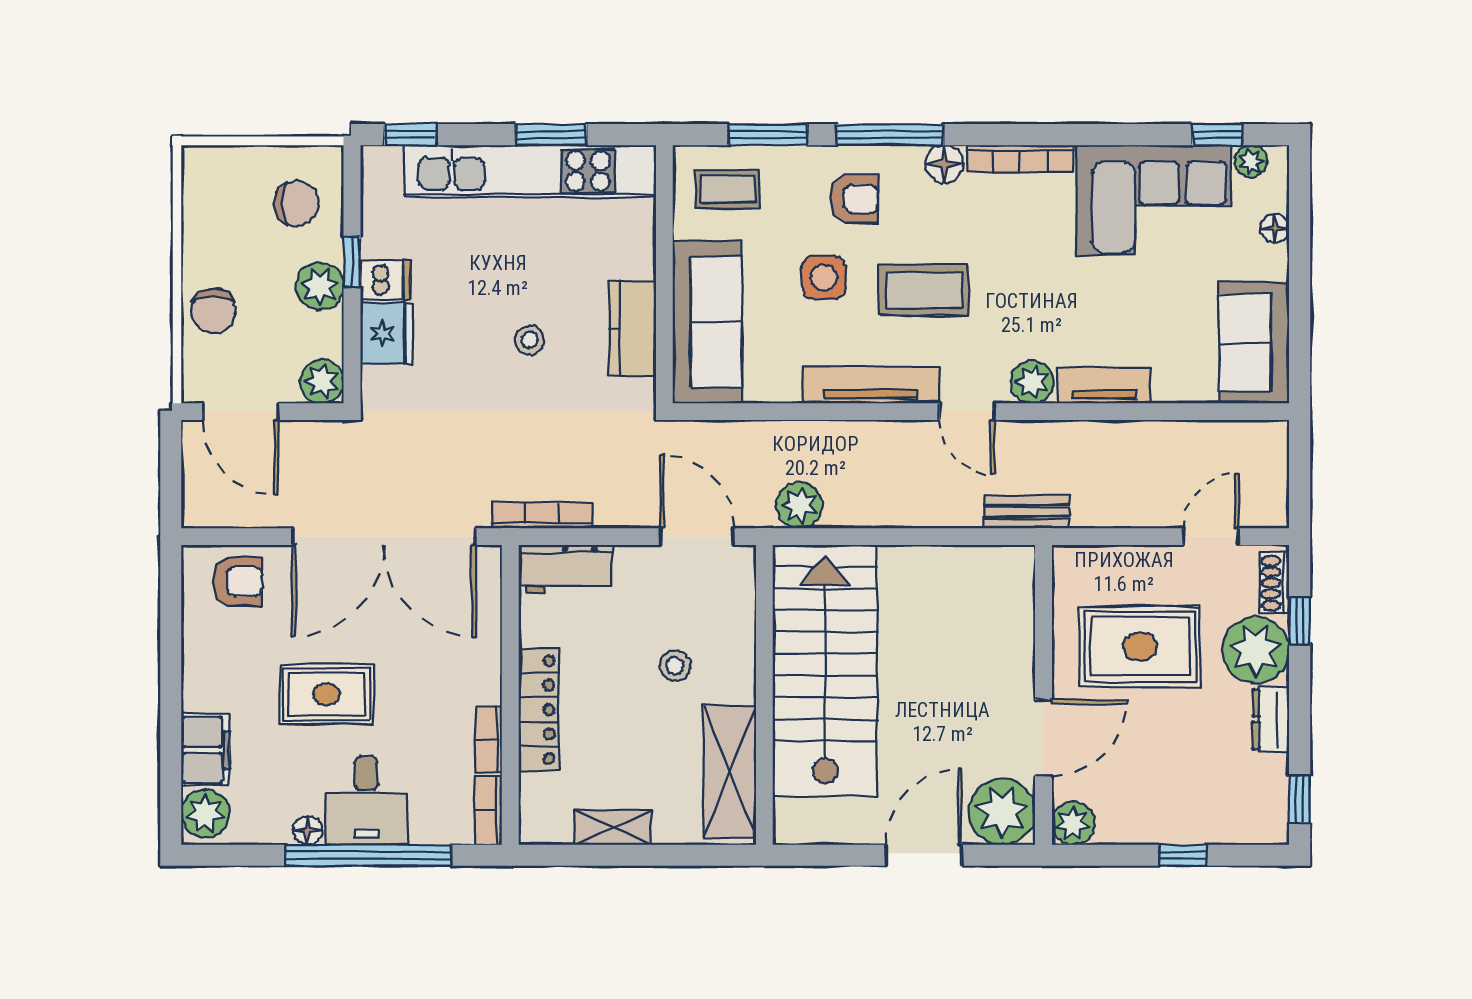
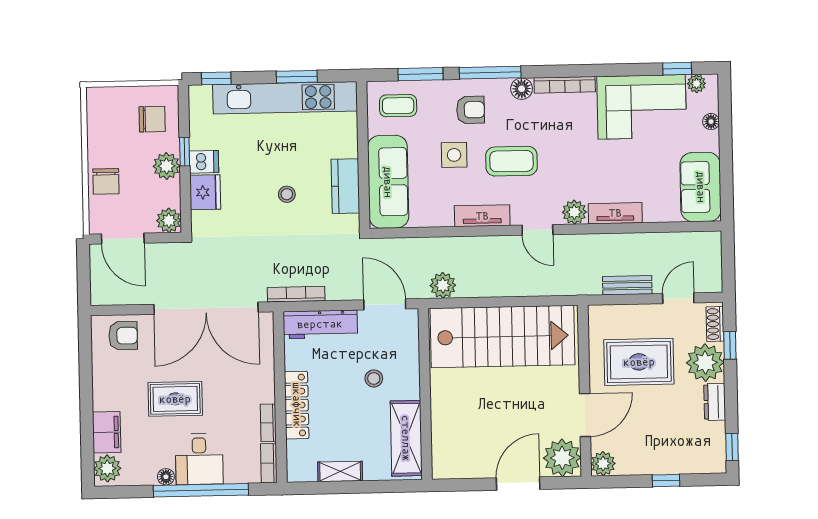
tv unit: (871, 385) -> (482, 216), width x0.71
bench: (1027, 512) -> (627, 285), moved
workbench: (566, 569) -> (320, 324), width x1.37
stairs: (825, 670) -> (503, 337), moved, turned 90

